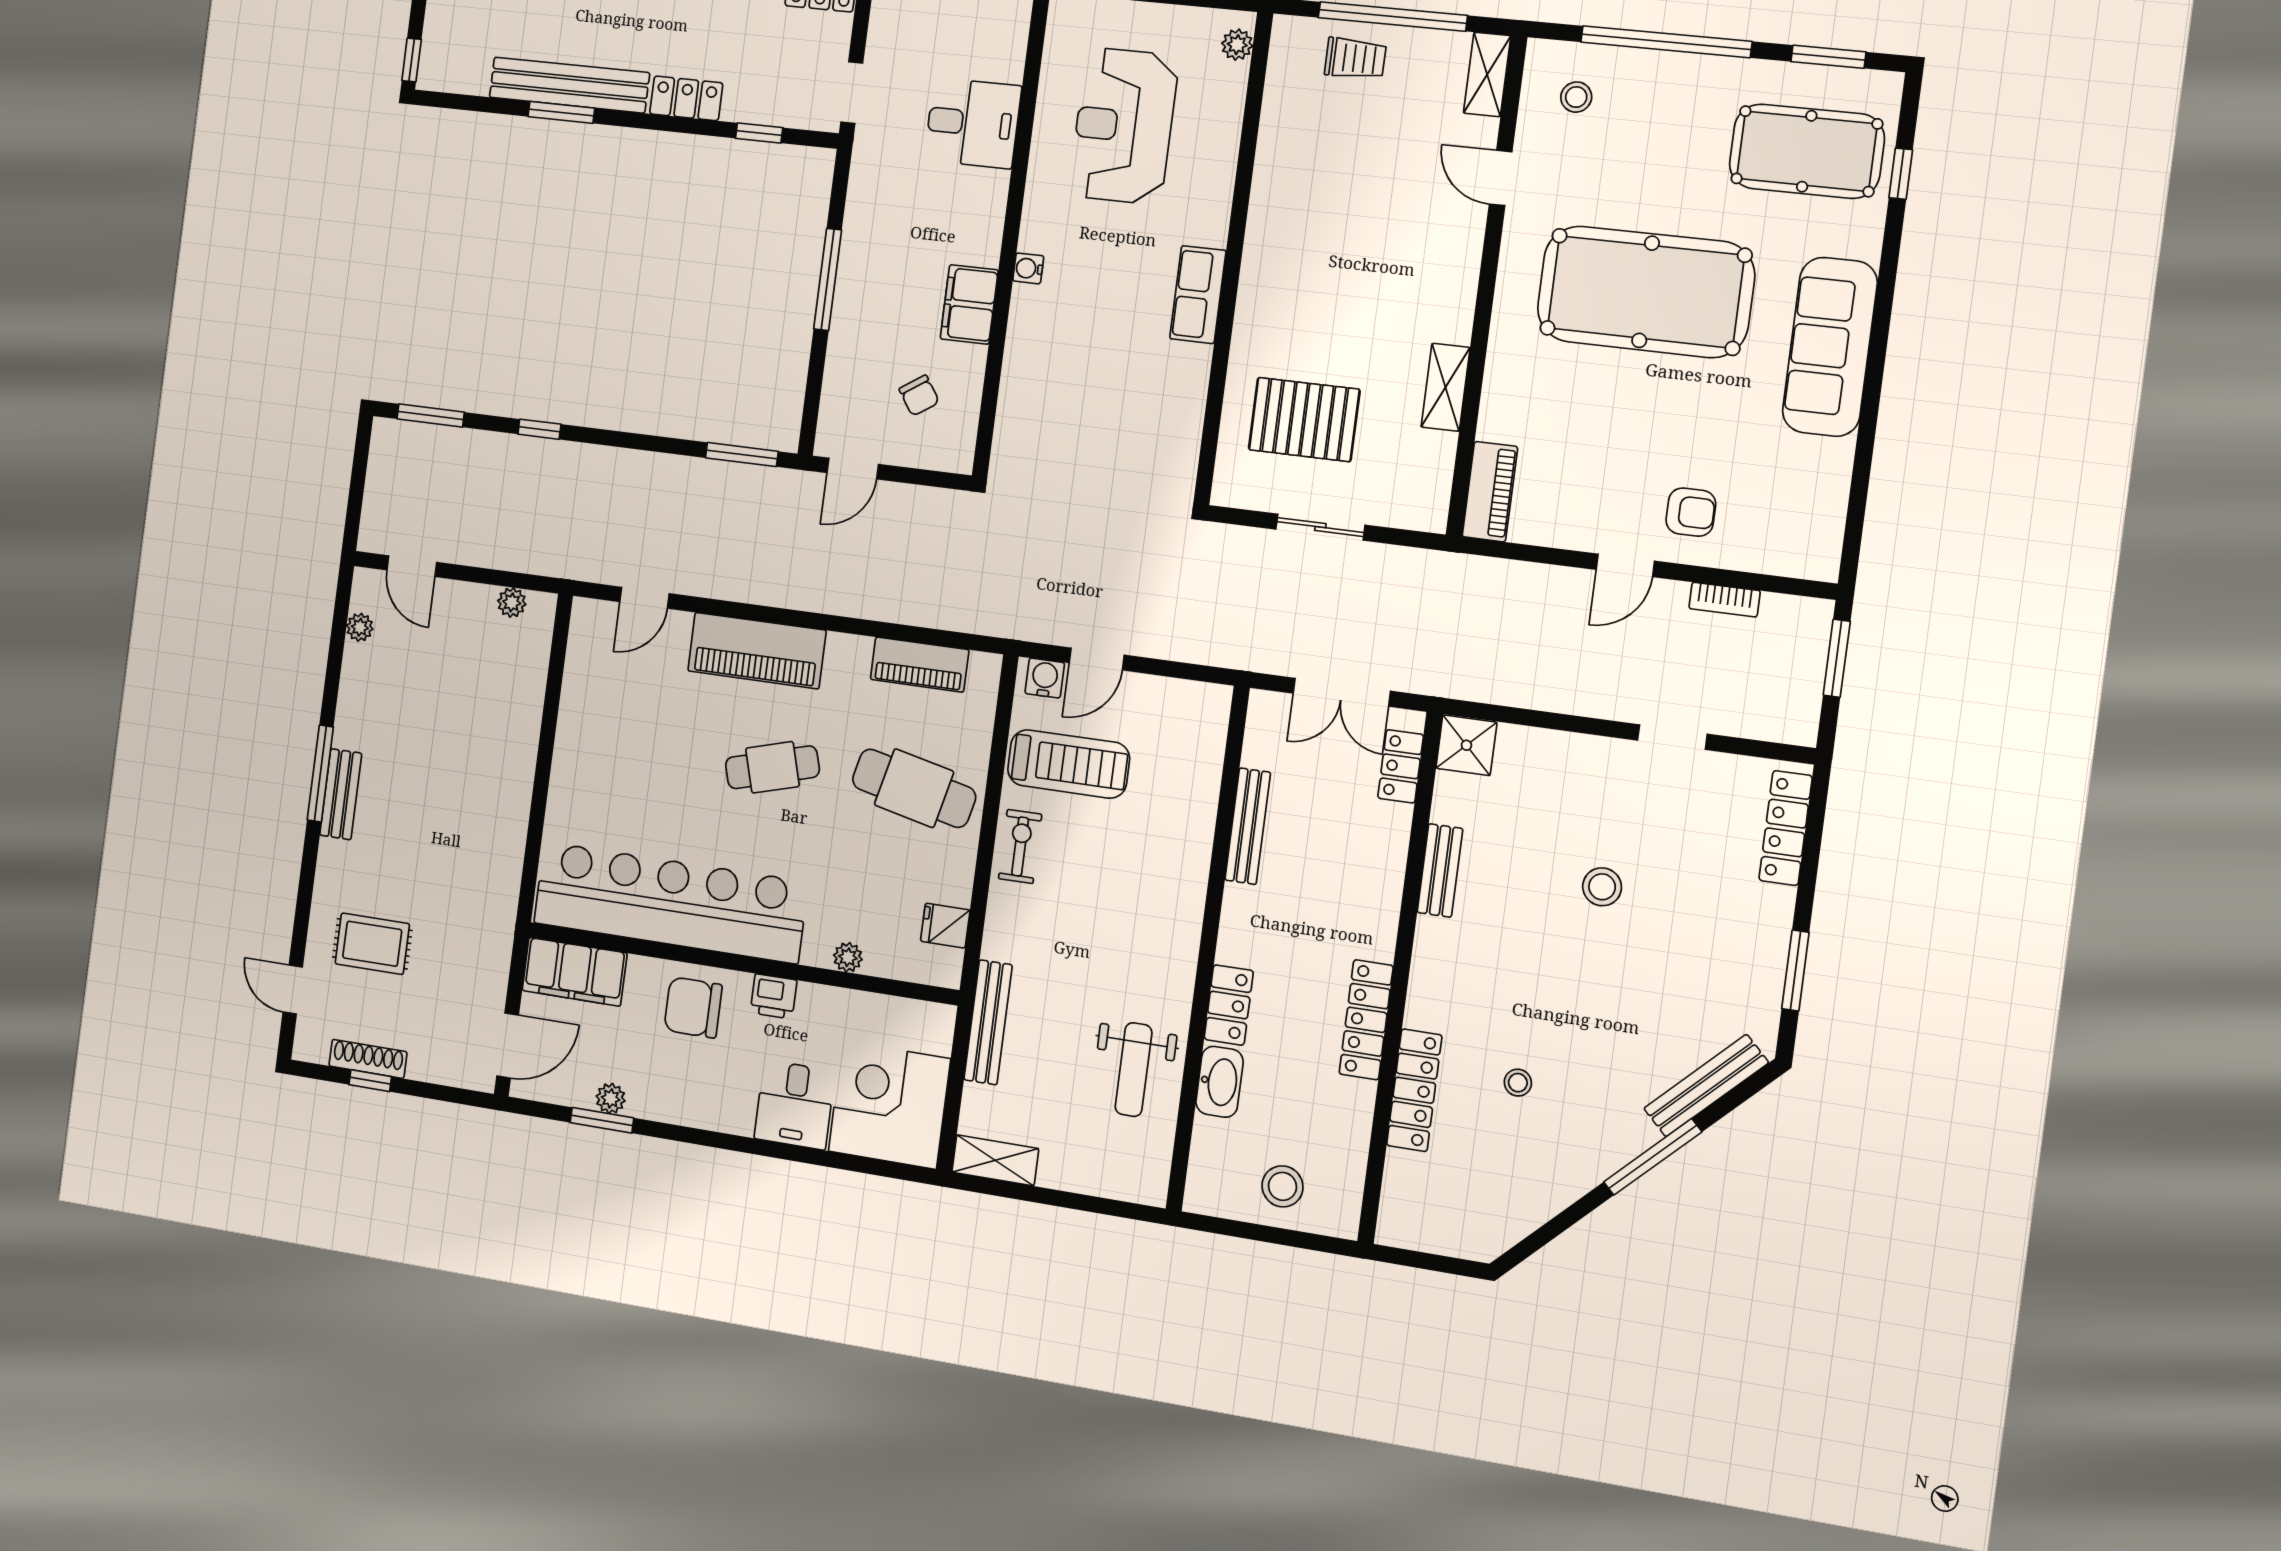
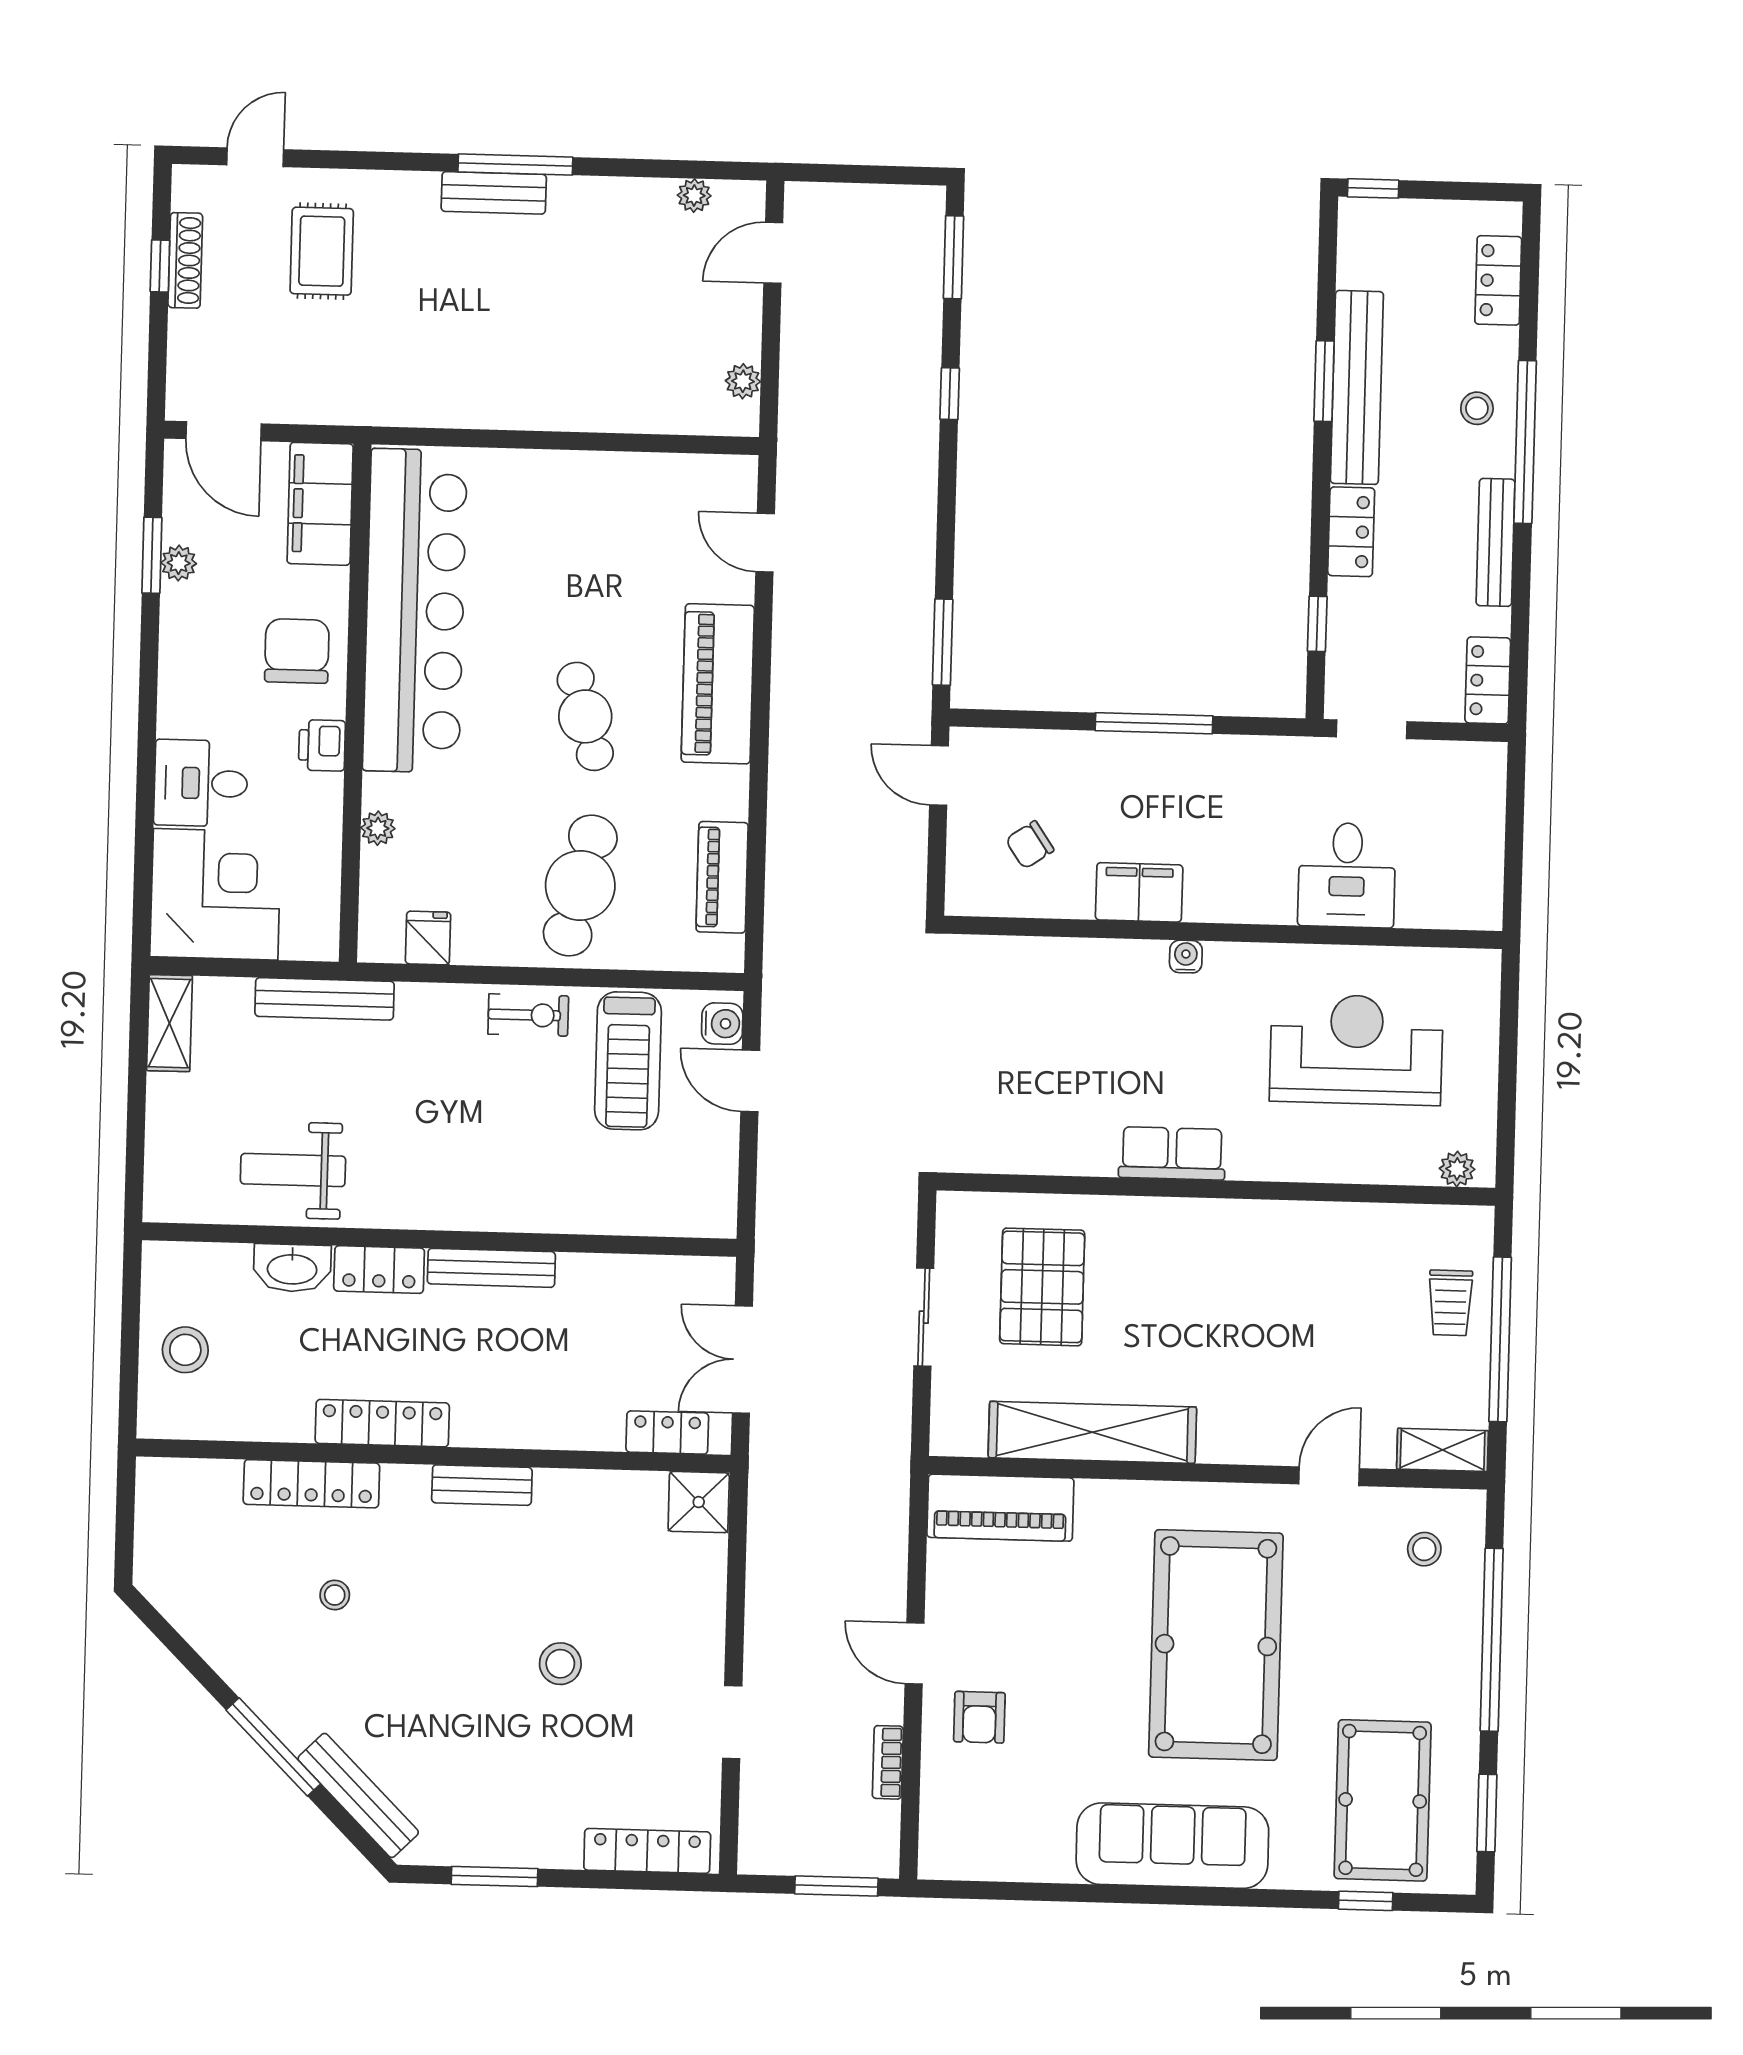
shelving: (1446, 387) -> (1092, 1432), width x2.20, depth x1.33
piano: (1490, 492) -> (1000, 1508), width x1.37, depth x1.33
bench: (1248, 826) -> (491, 1268), moved
bench: (1440, 870) -> (482, 1485), moved

